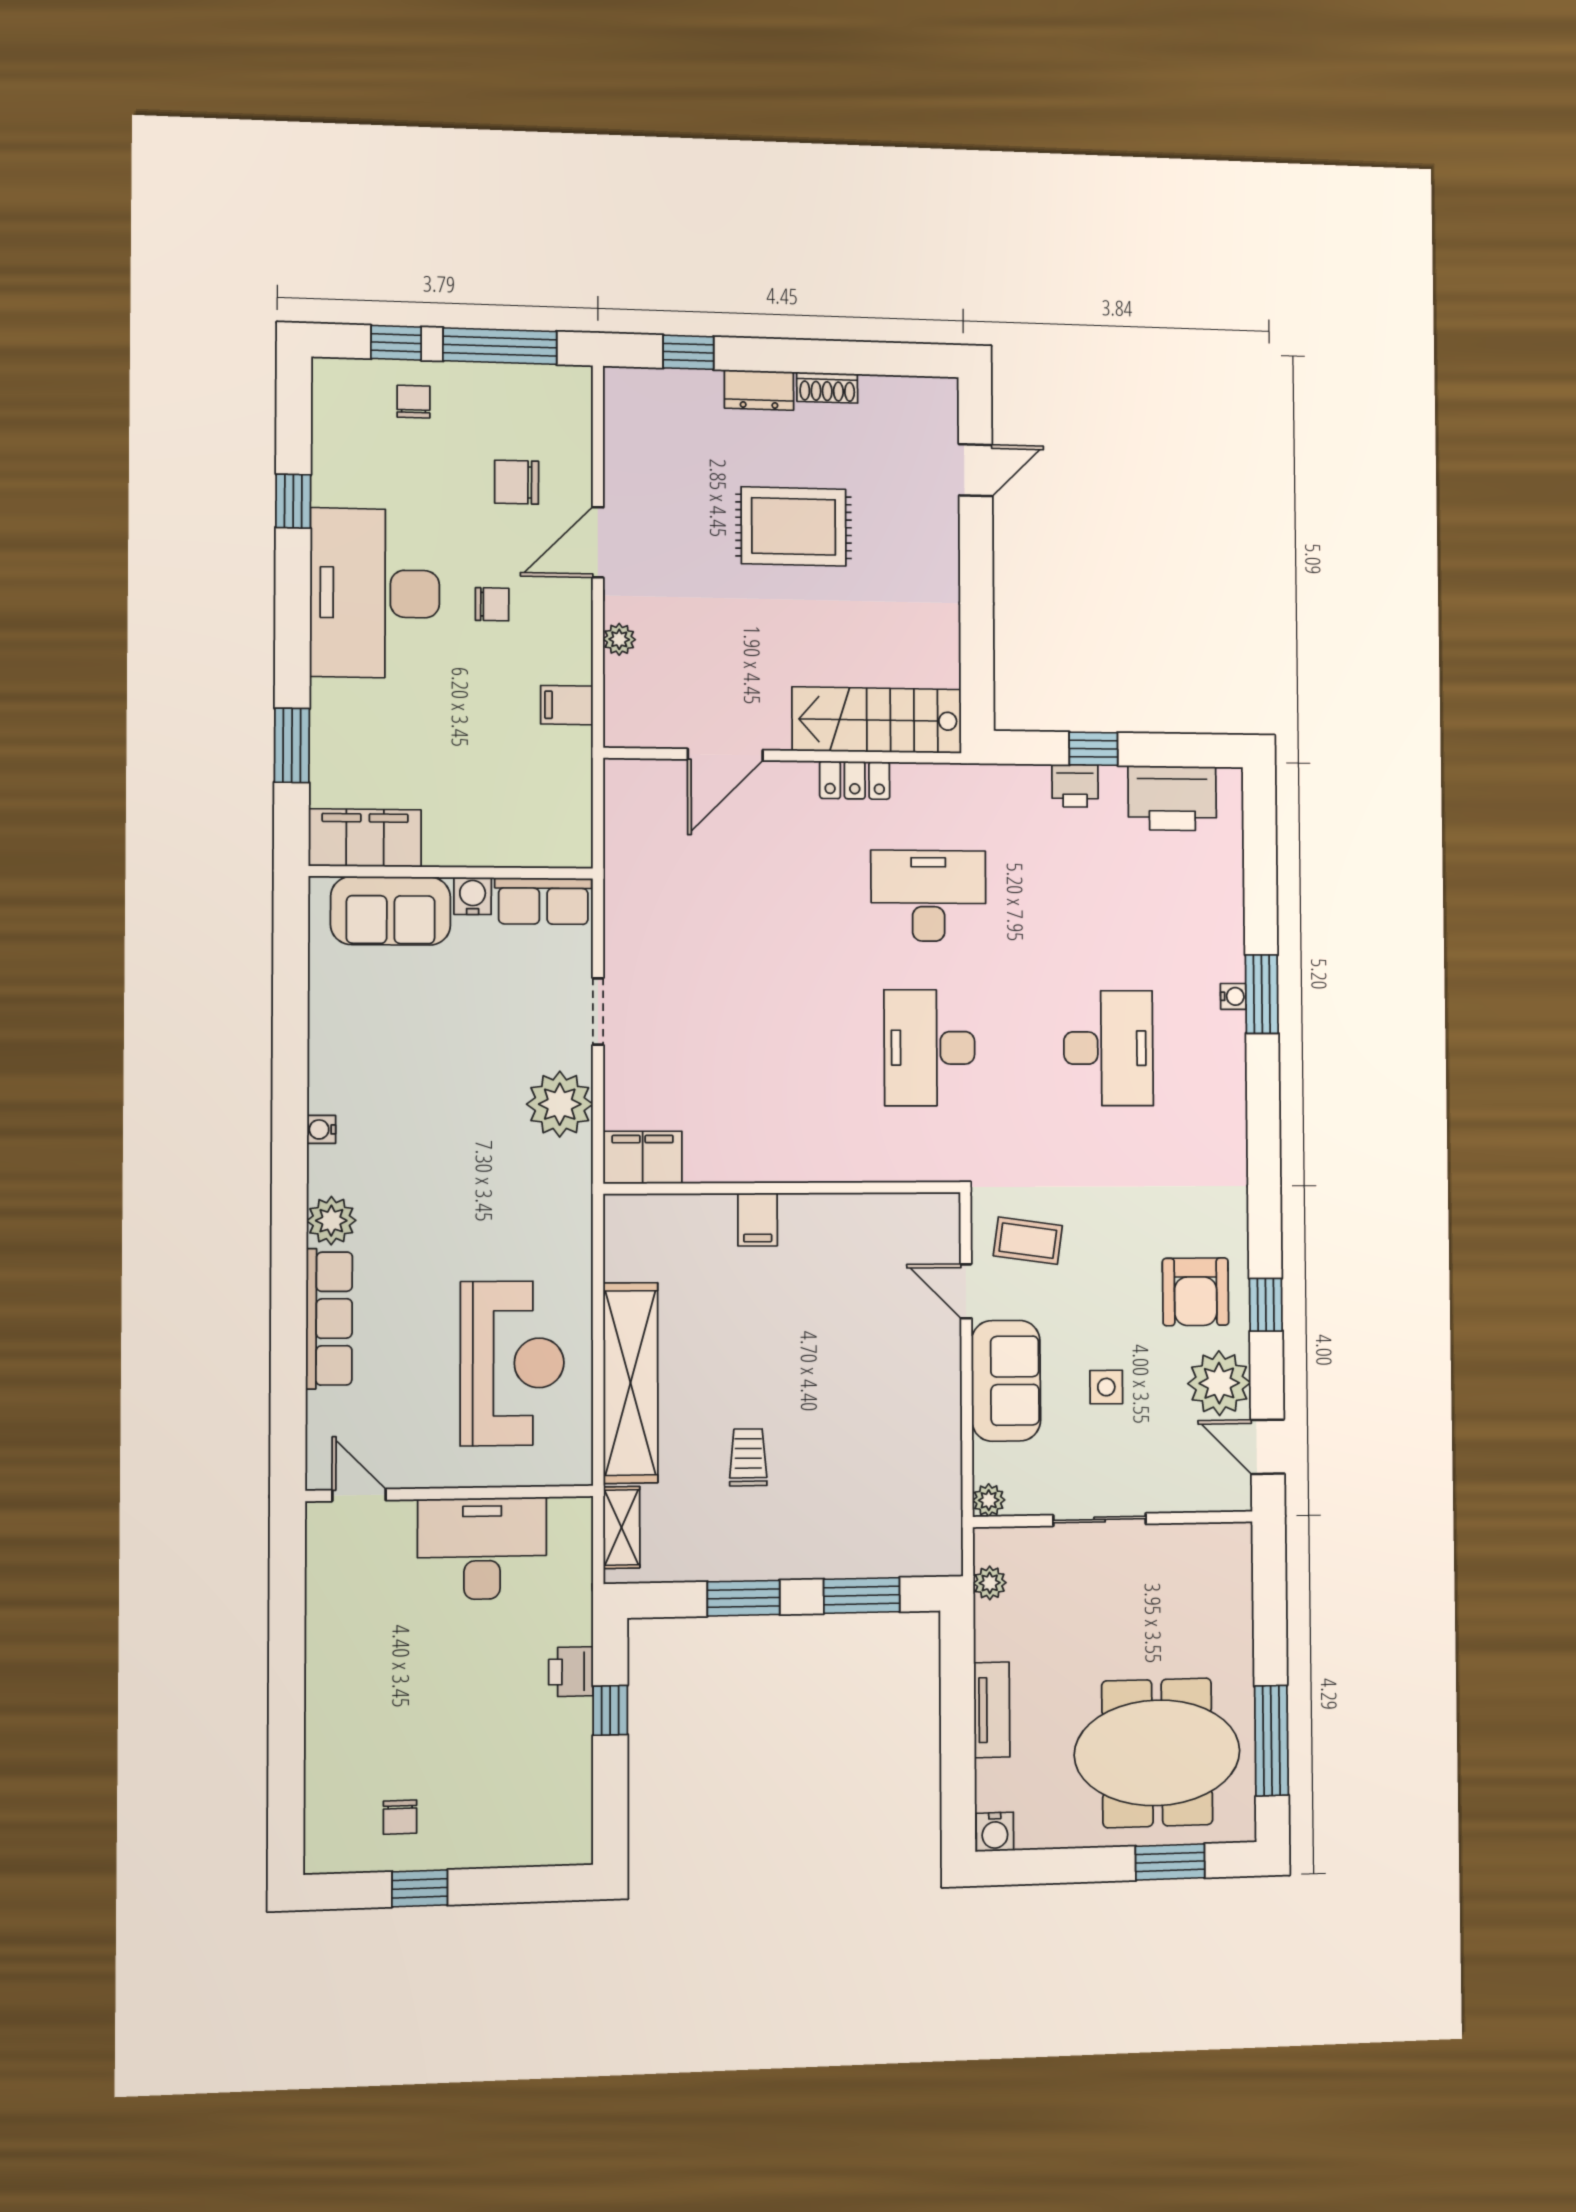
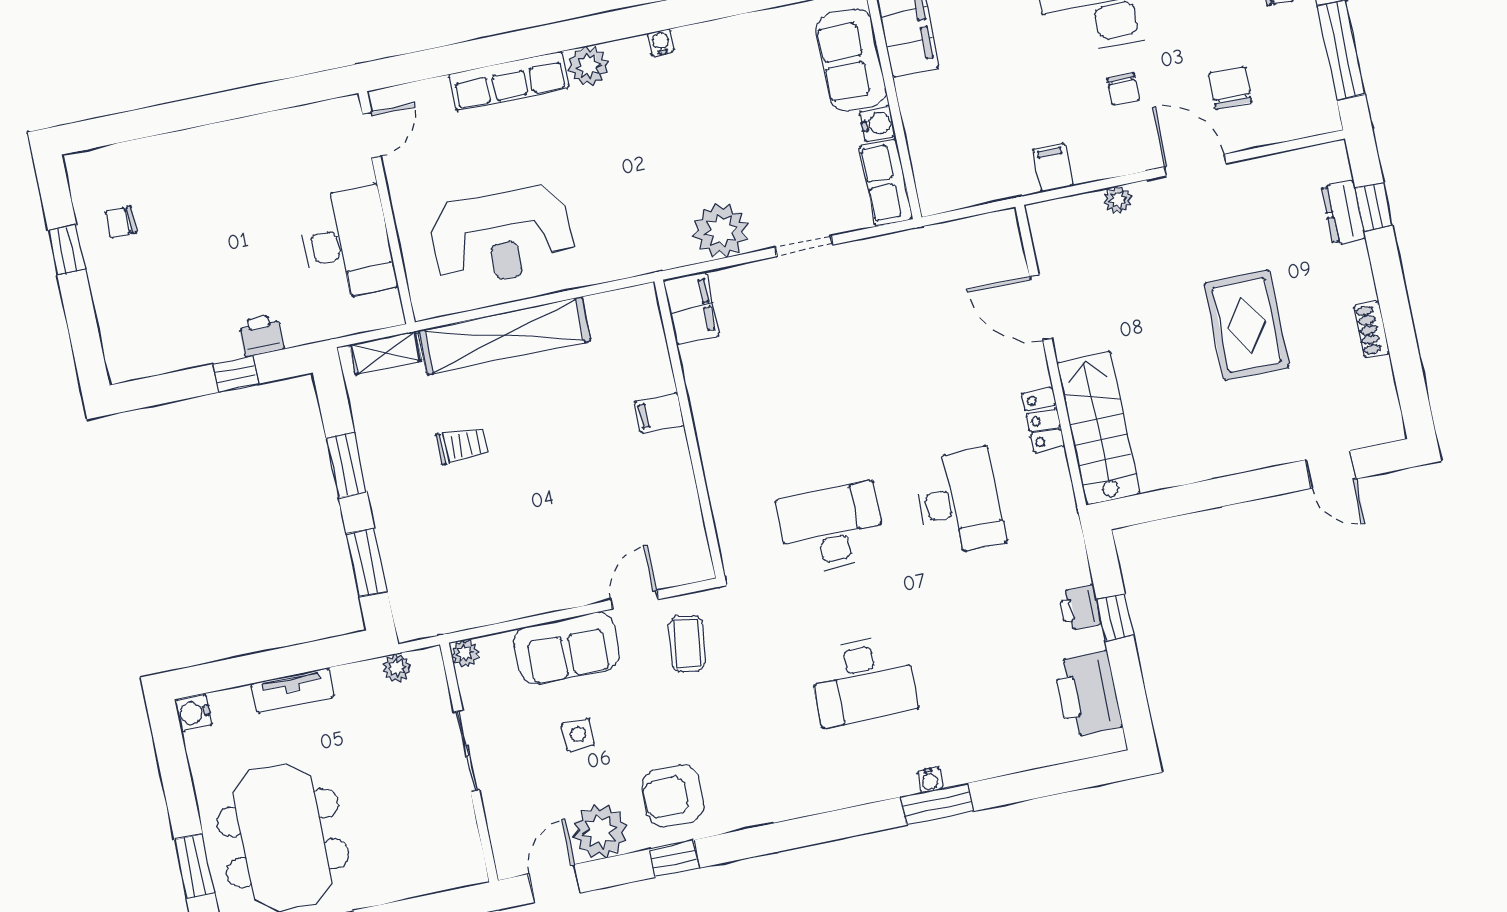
dresser: (759, 390) -> (1343, 212), moved

